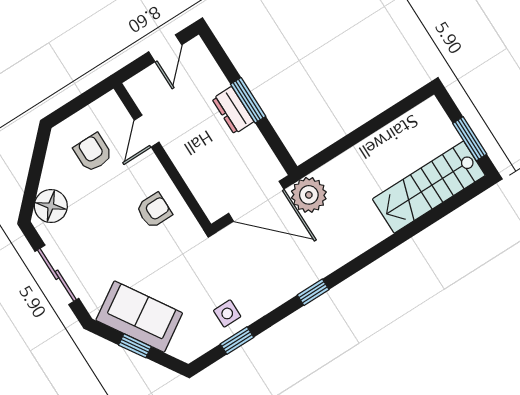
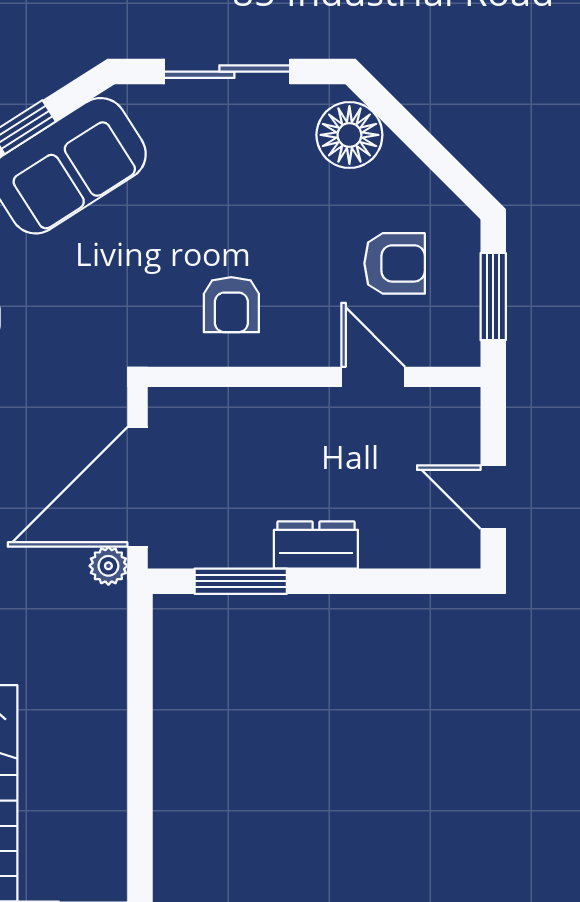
window: (248, 100) -> (241, 581), moved
window: (81, 102) -> (493, 297), added
plant: (309, 195) -> (108, 566), width x0.53, depth x0.53

